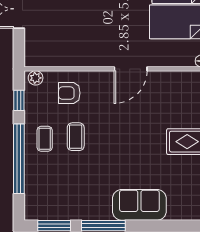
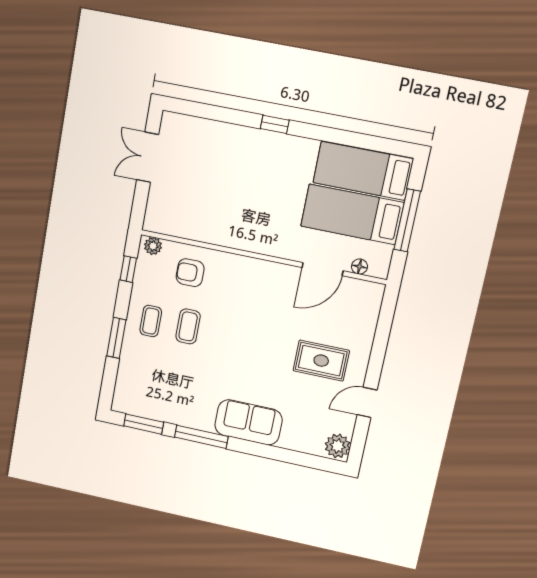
door: (131, 69) -> (323, 269), moved
window: (19, 159) -> (116, 338), width x0.47

